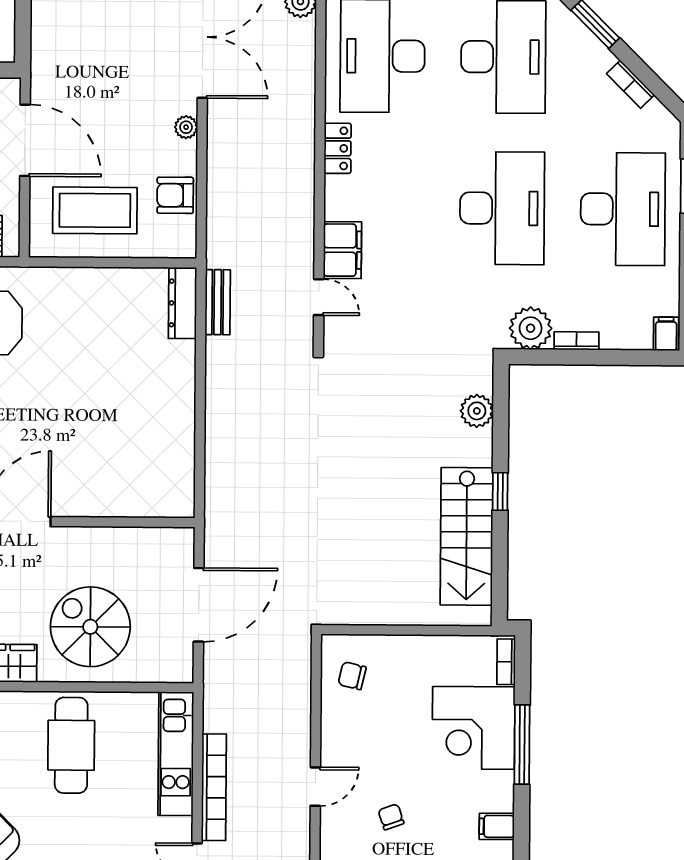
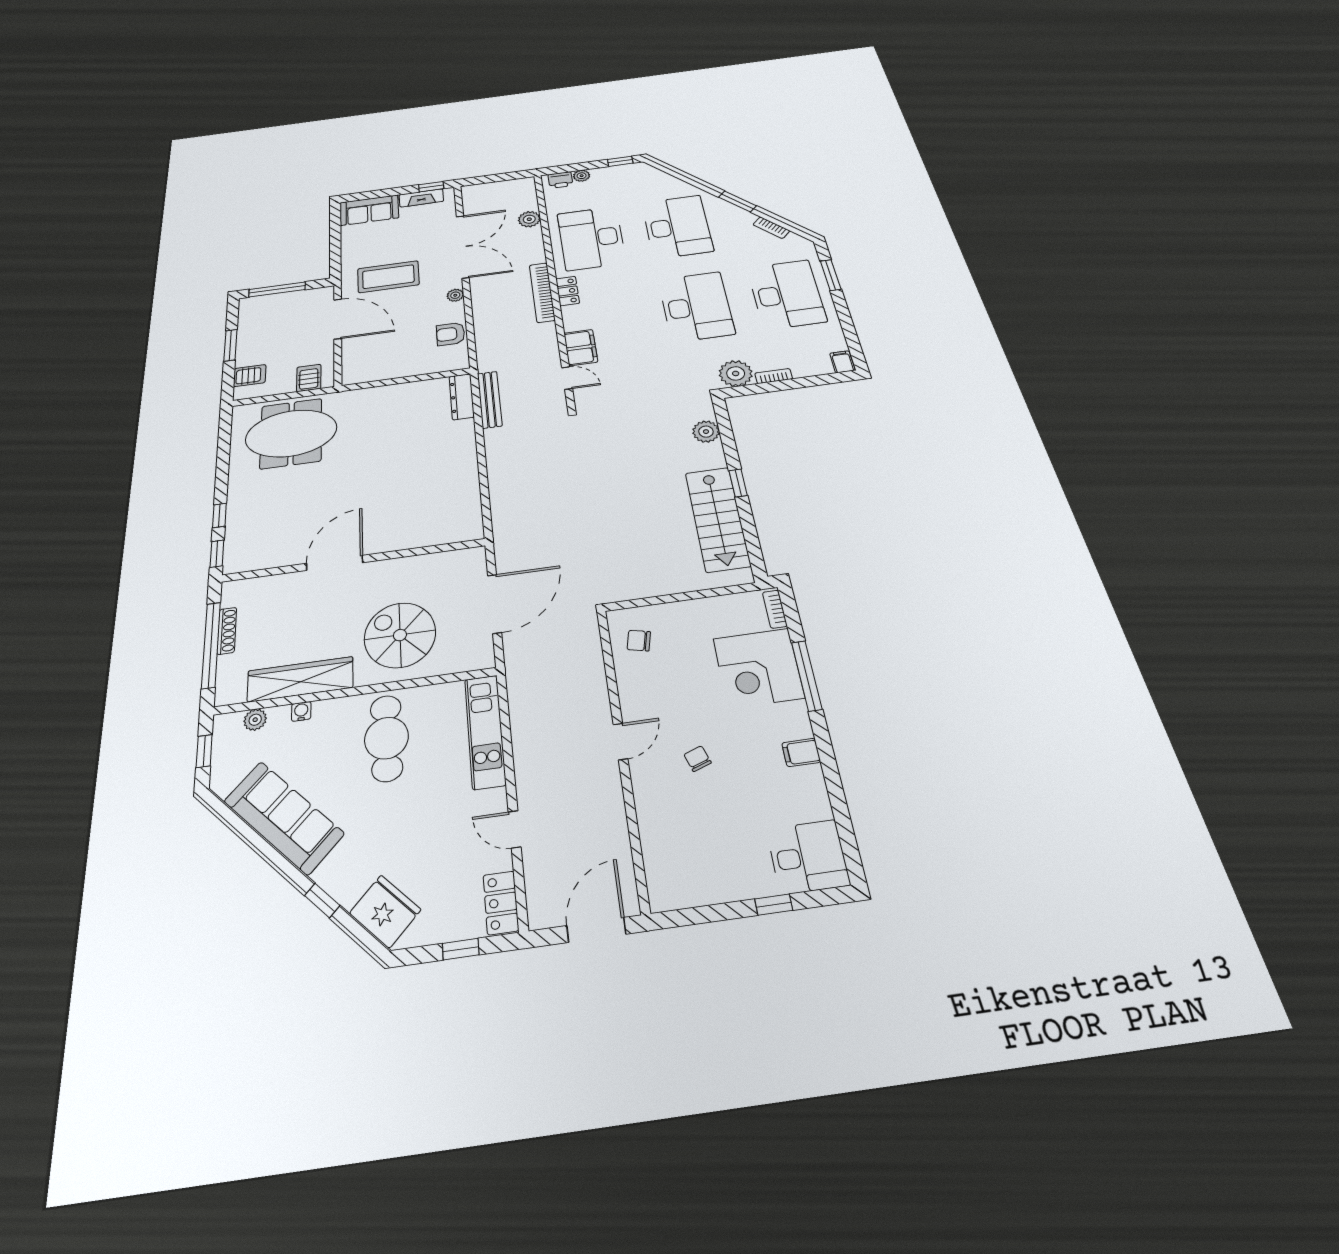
coffee table: (95, 210) -> (388, 277), moved
bench: (218, 302) -> (490, 400), width x1.36
bookcase: (214, 787) -> (542, 292), moved, turned 180

